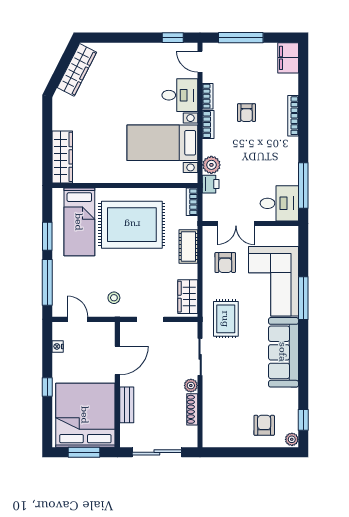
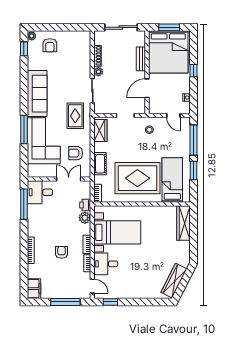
armchair: (225, 263) -> (76, 153), turned -90

